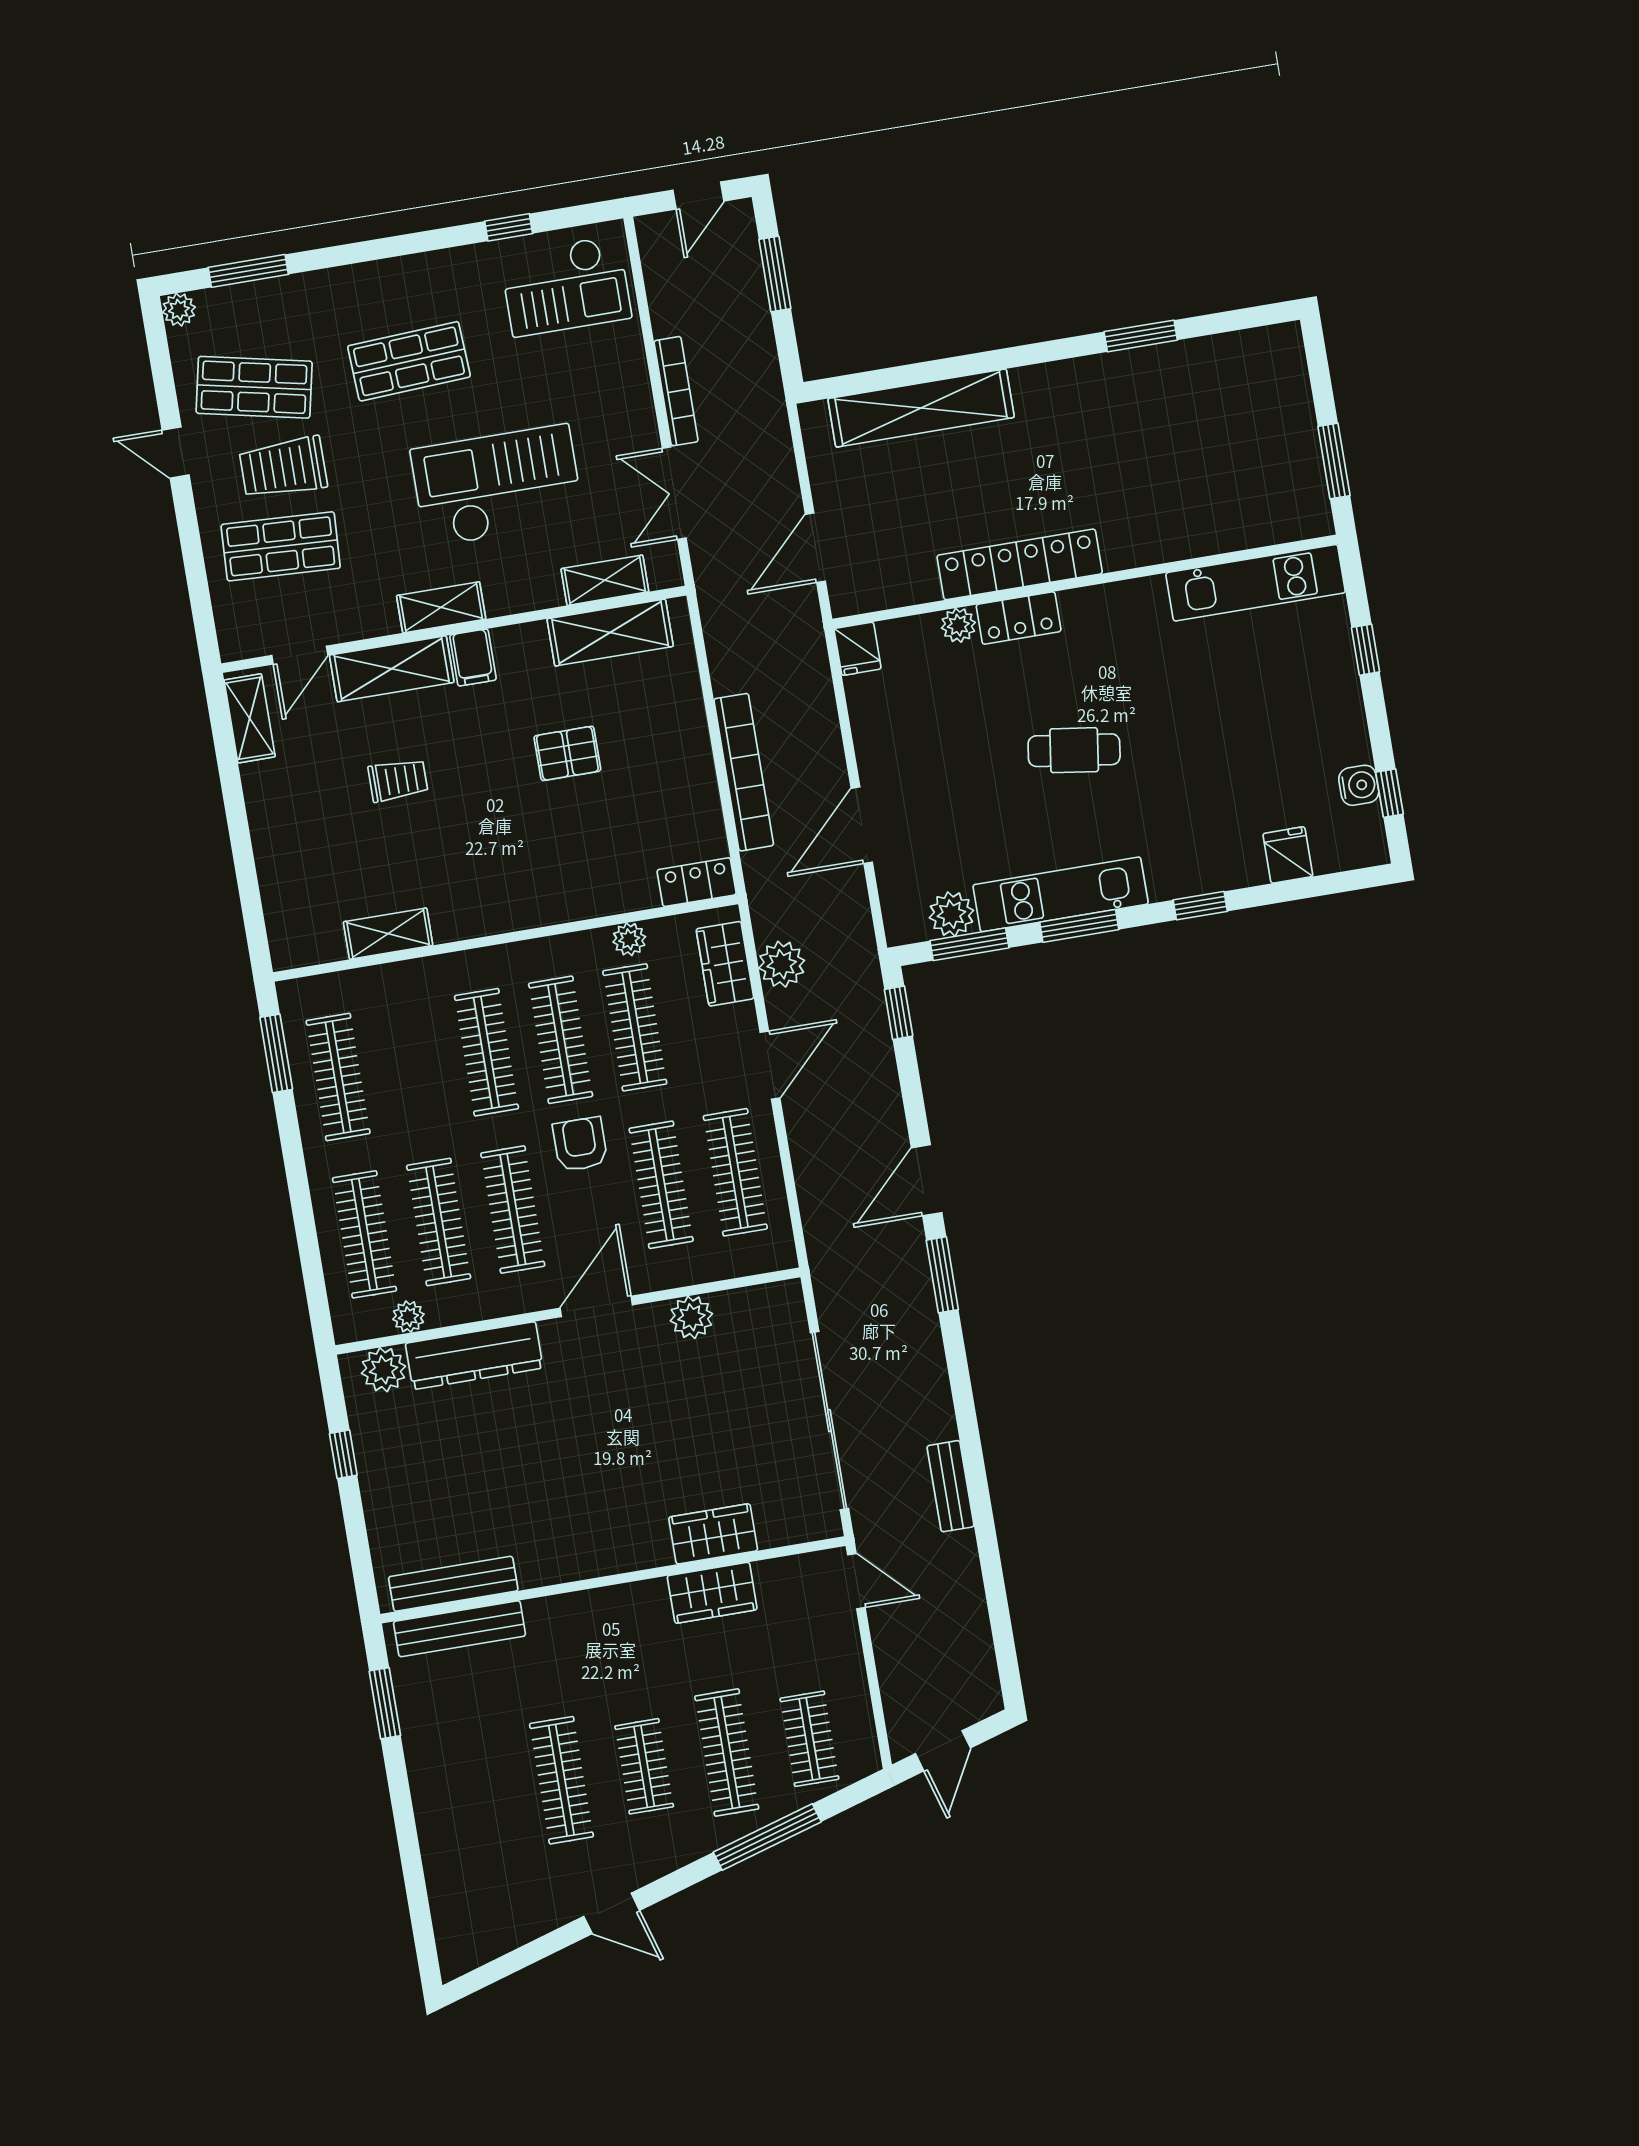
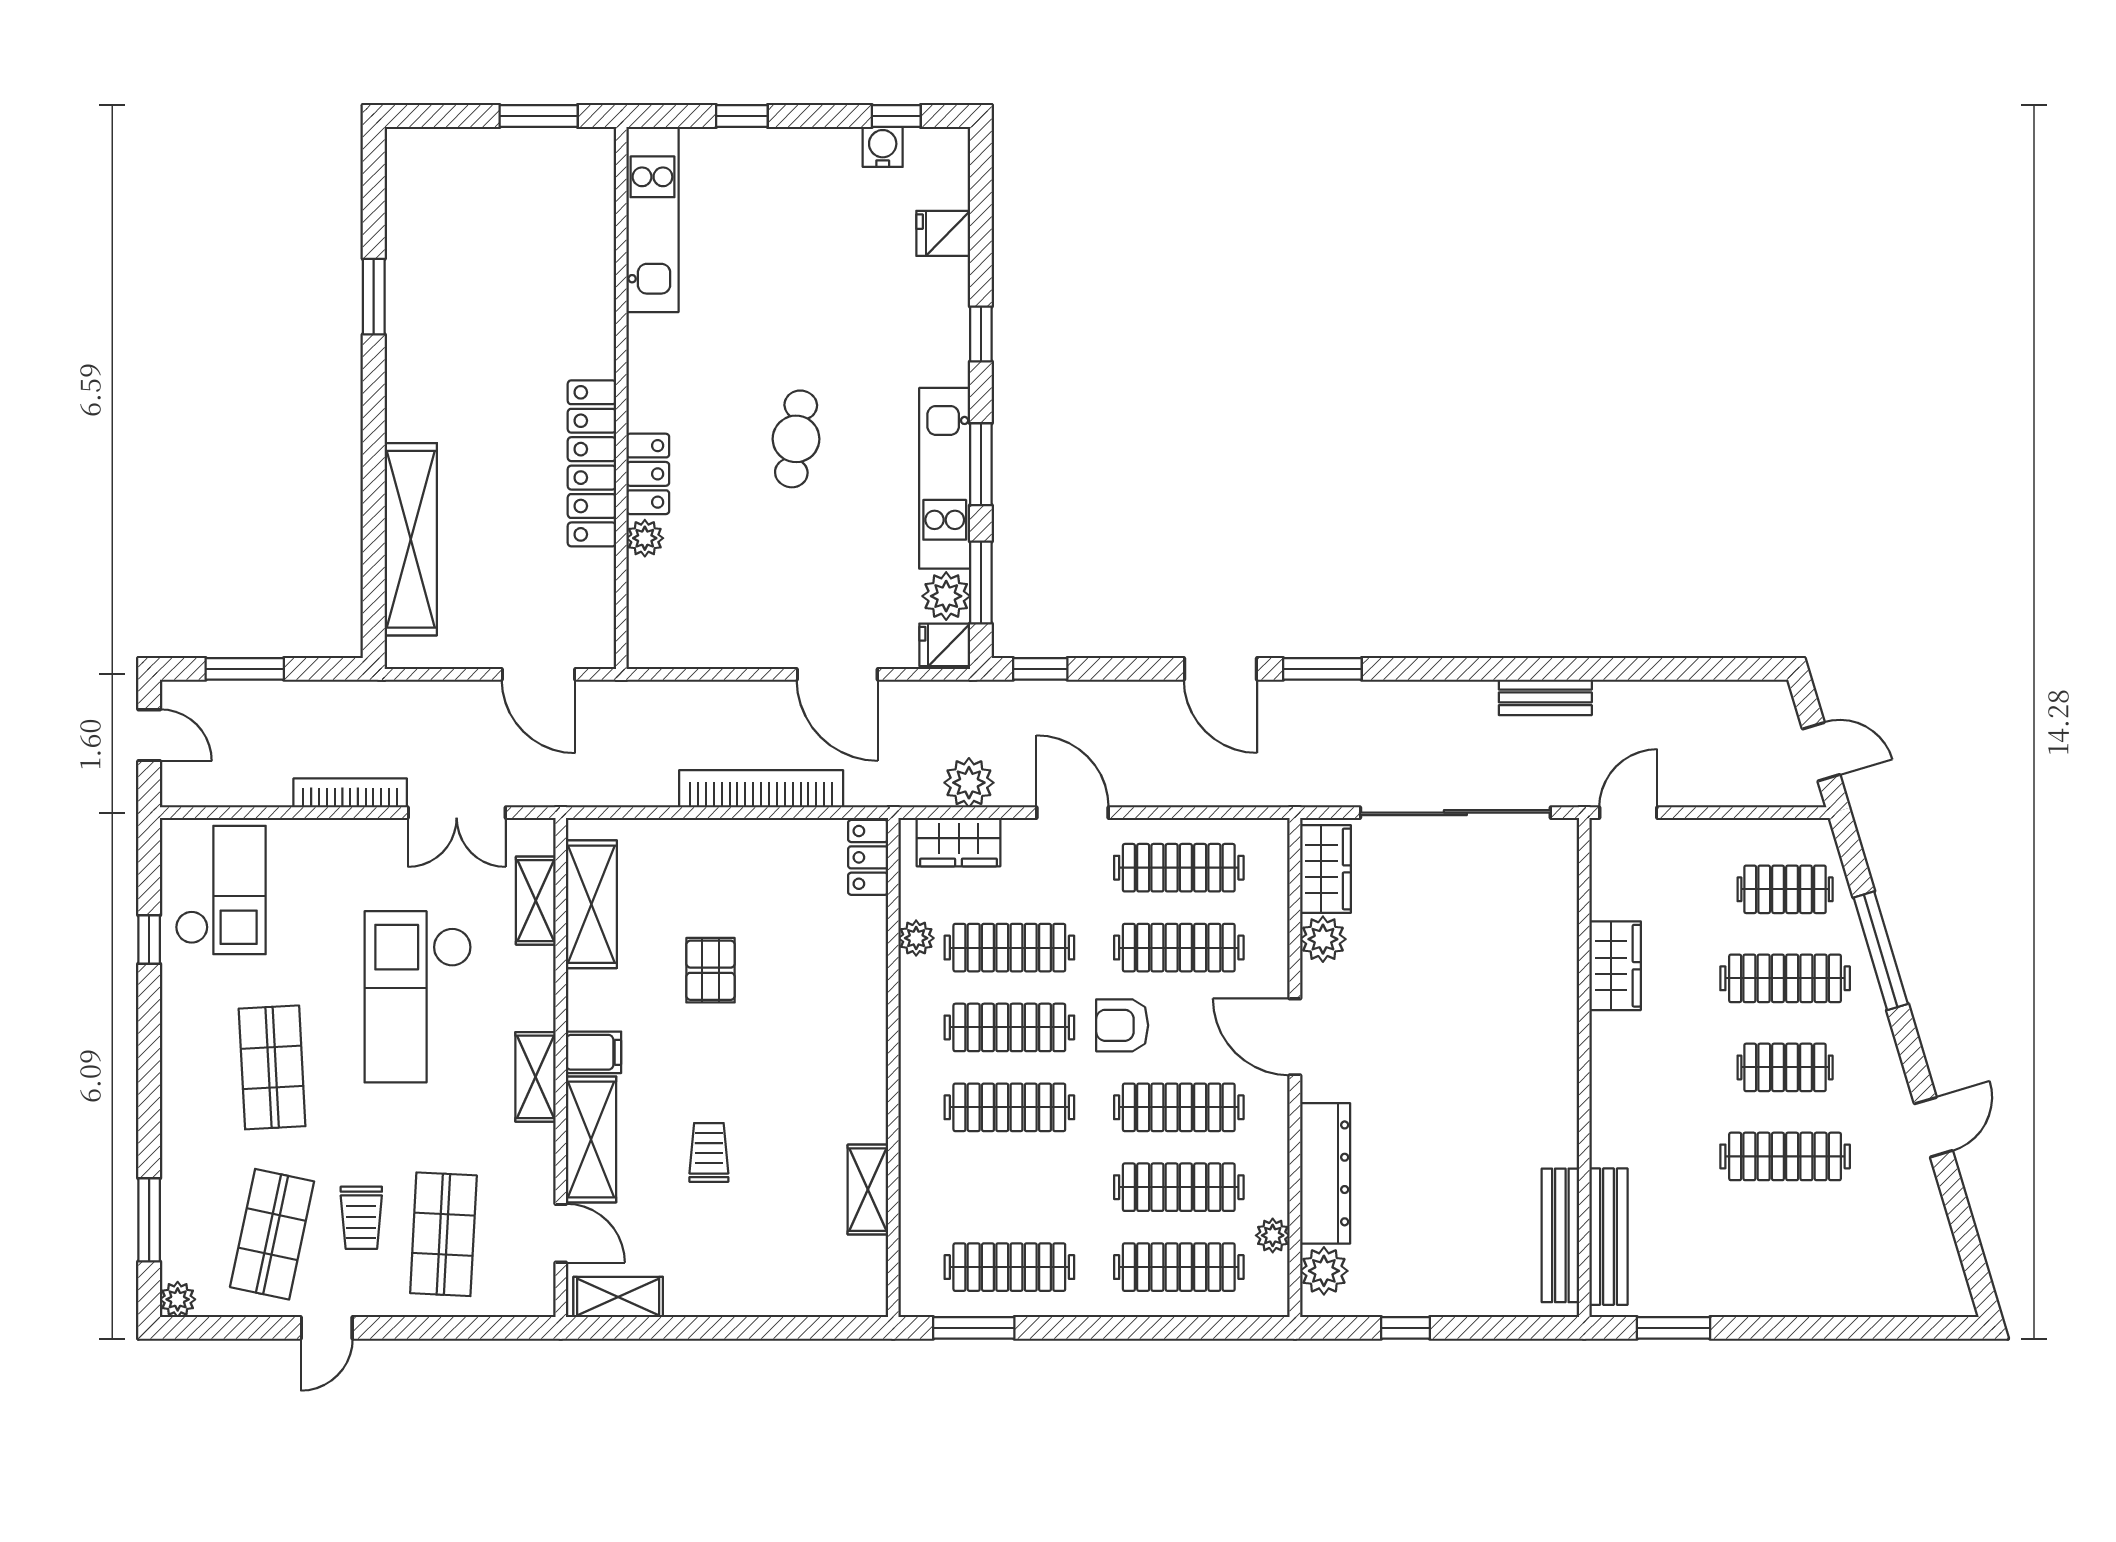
trolley: (283, 468) -> (361, 1218), width x0.73, depth x0.72
fridge: (858, 649) -> (945, 645), moved, turned 180
wardrobe: (713, 1534) -> (1325, 869), moved, turned 180

